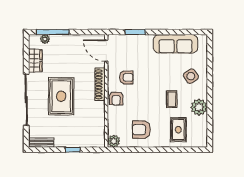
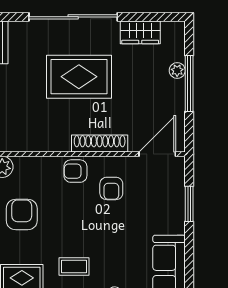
window: (53, 32) -> (189, 84), moved
plant: (45, 39) -> (177, 71), moved

